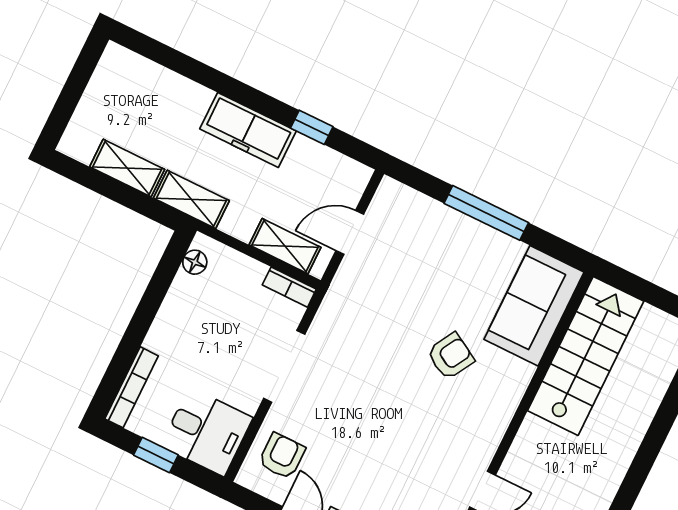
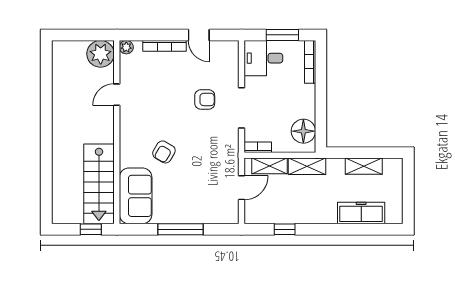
freezer: (248, 130) -> (361, 213), moved
shelving: (191, 199) -> (307, 166), moved
floor lamp: (195, 262) -> (303, 131), width x1.89, depth x1.89
window: (637, 287) -> (91, 229), added
window: (156, 455) -> (282, 35), width x1.50
armchair: (282, 456) -> (205, 99), moved, turned -90

